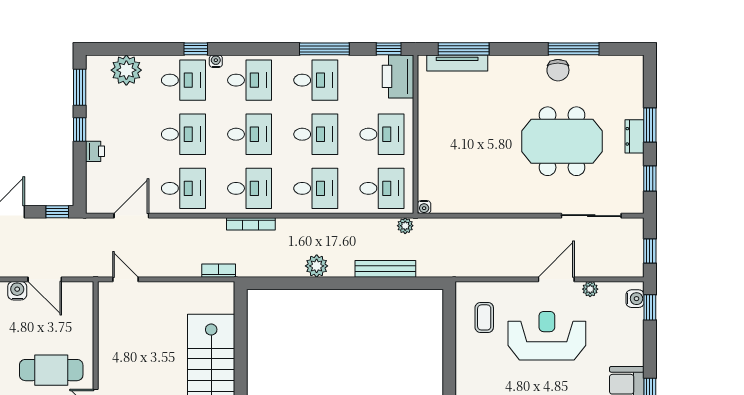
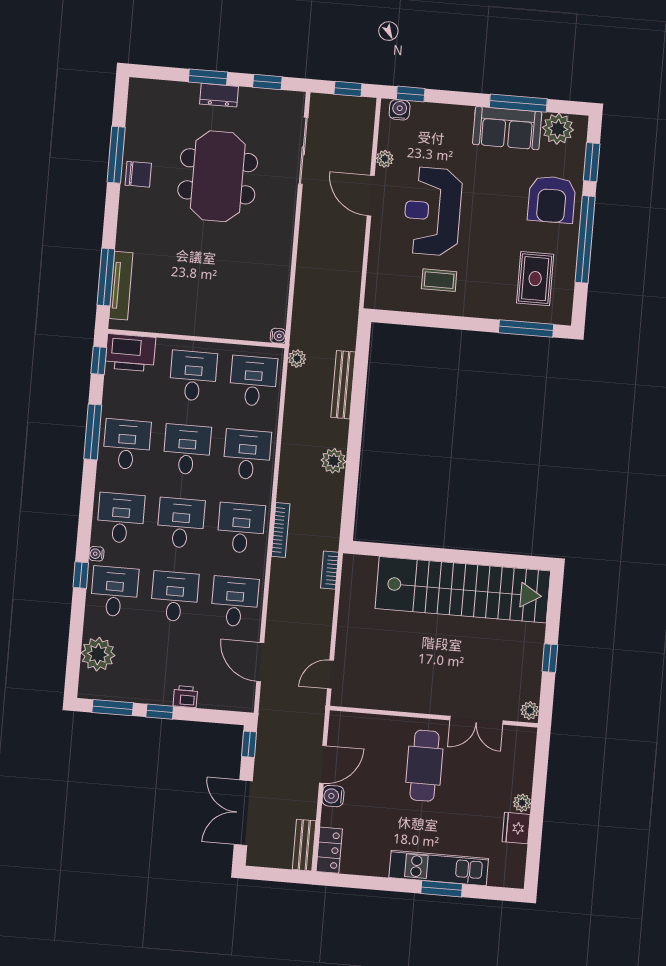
coffee table: (484, 317) -> (439, 280), moved

